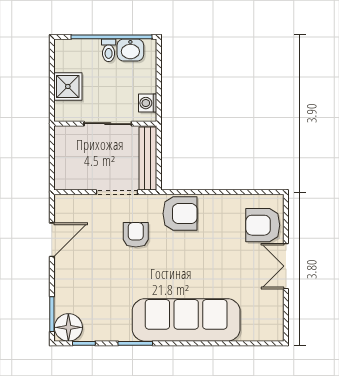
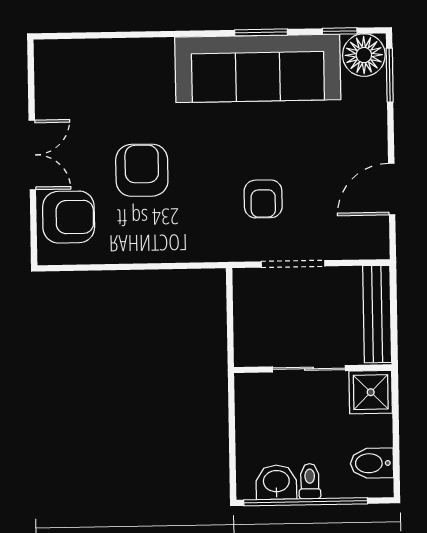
bidet: (68, 61) -> (372, 463), added
shower: (68, 86) -> (371, 392), moved
washing machine: (148, 103) -> (248, 401), removed
bench: (148, 158) -> (377, 314), moved
armchair: (180, 214) -> (142, 170), moved, turned 90
sofa: (186, 320) -> (258, 68), moved

